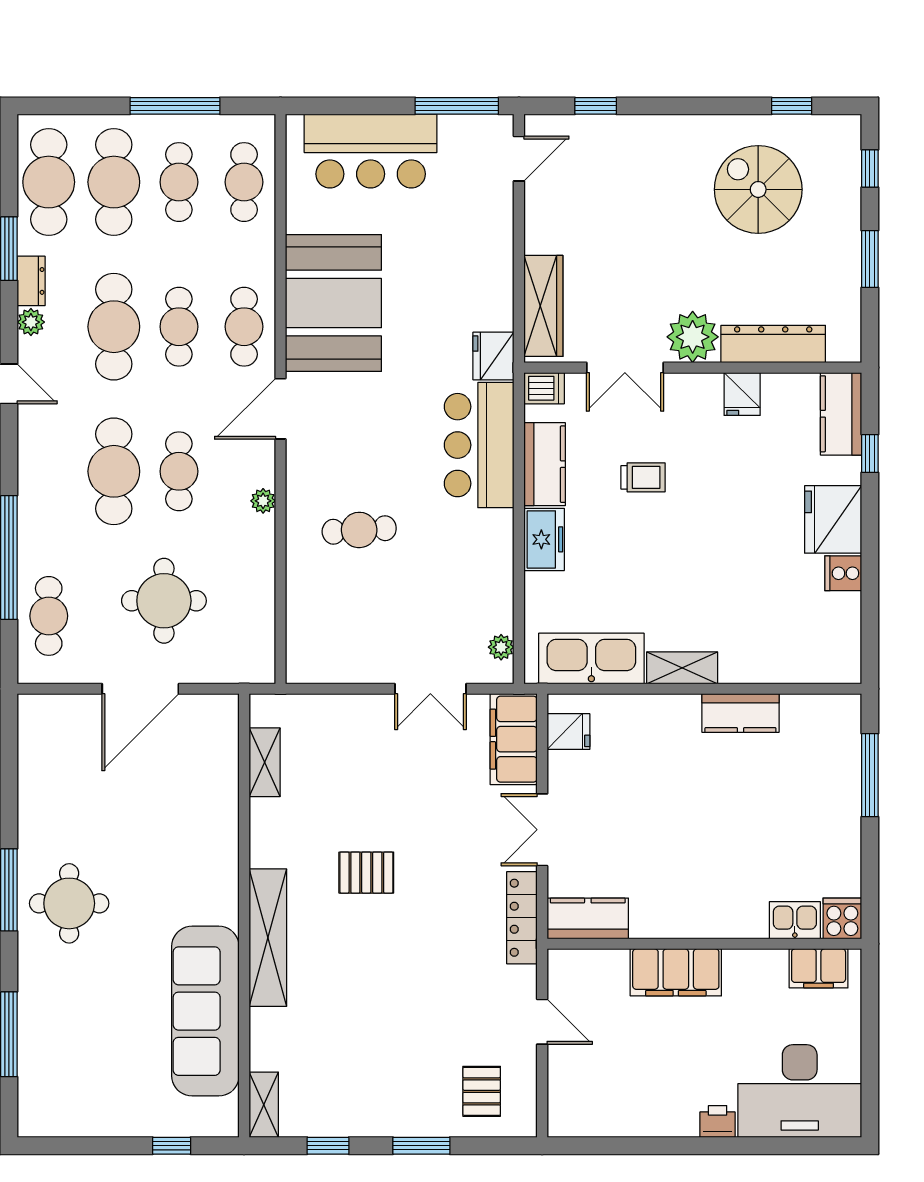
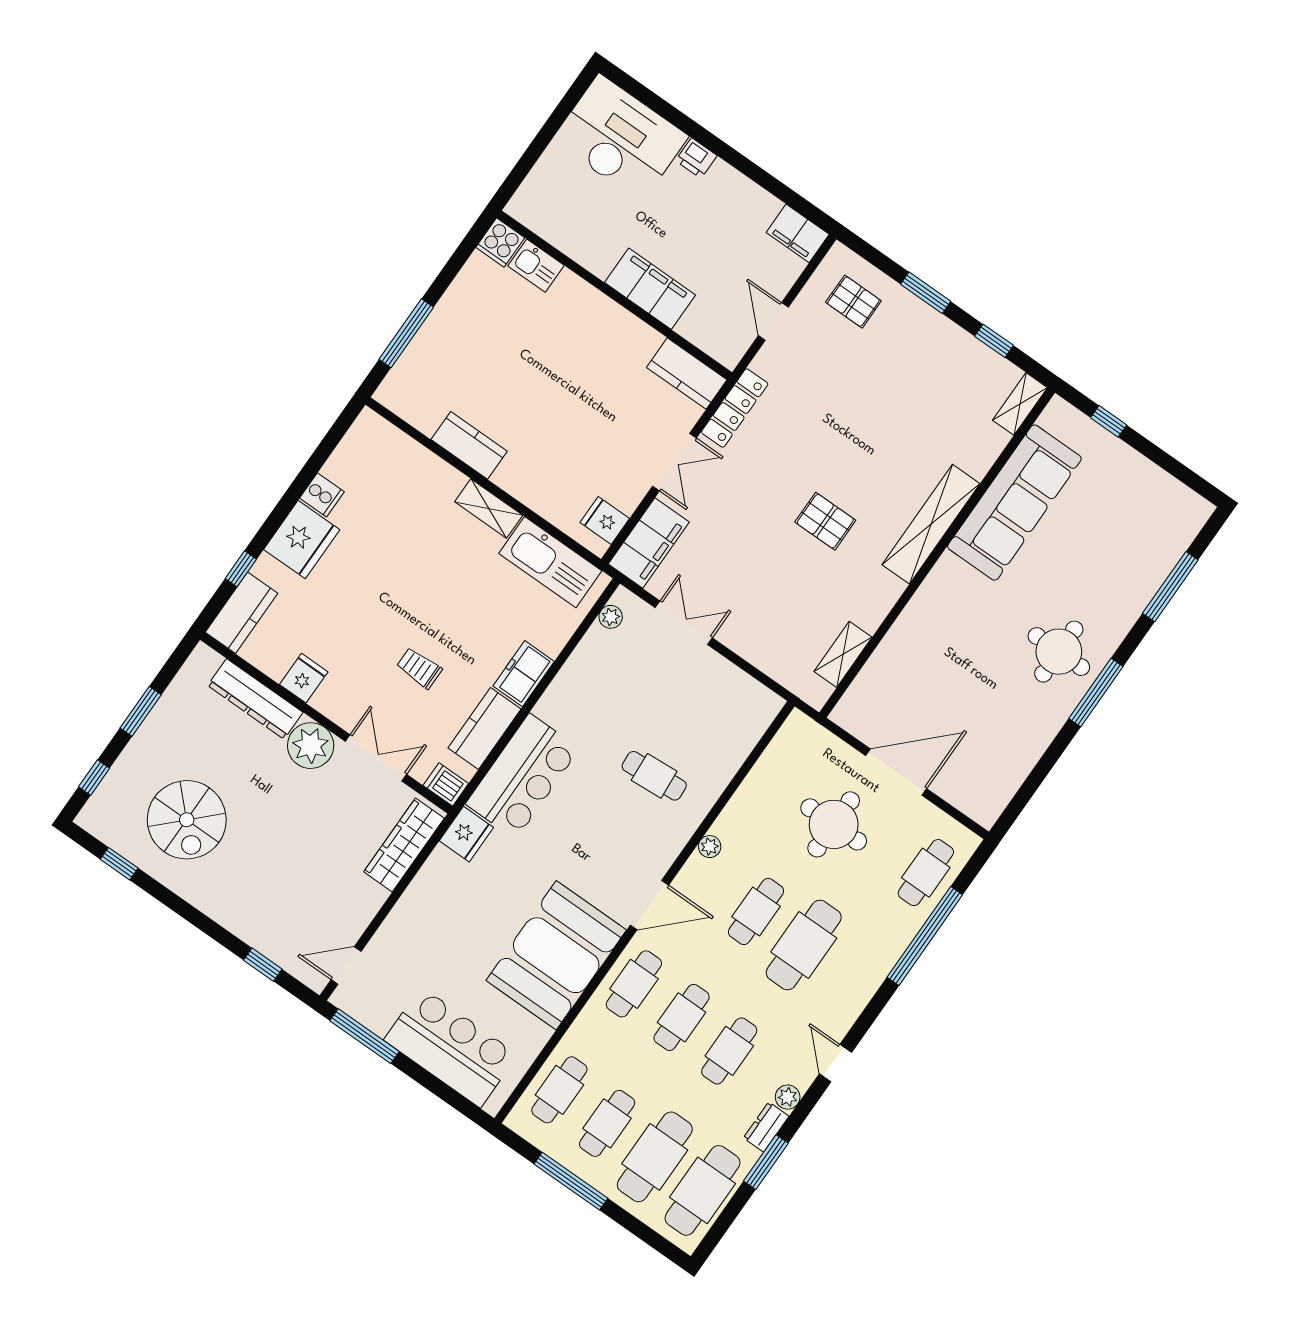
cafe table: (114, 327) -> (729, 1051), width x0.73, depth x0.74
filing cabinet: (819, 968) -> (798, 233), moved, turned 180
pallet: (482, 1091) -> (853, 302), turned 90

